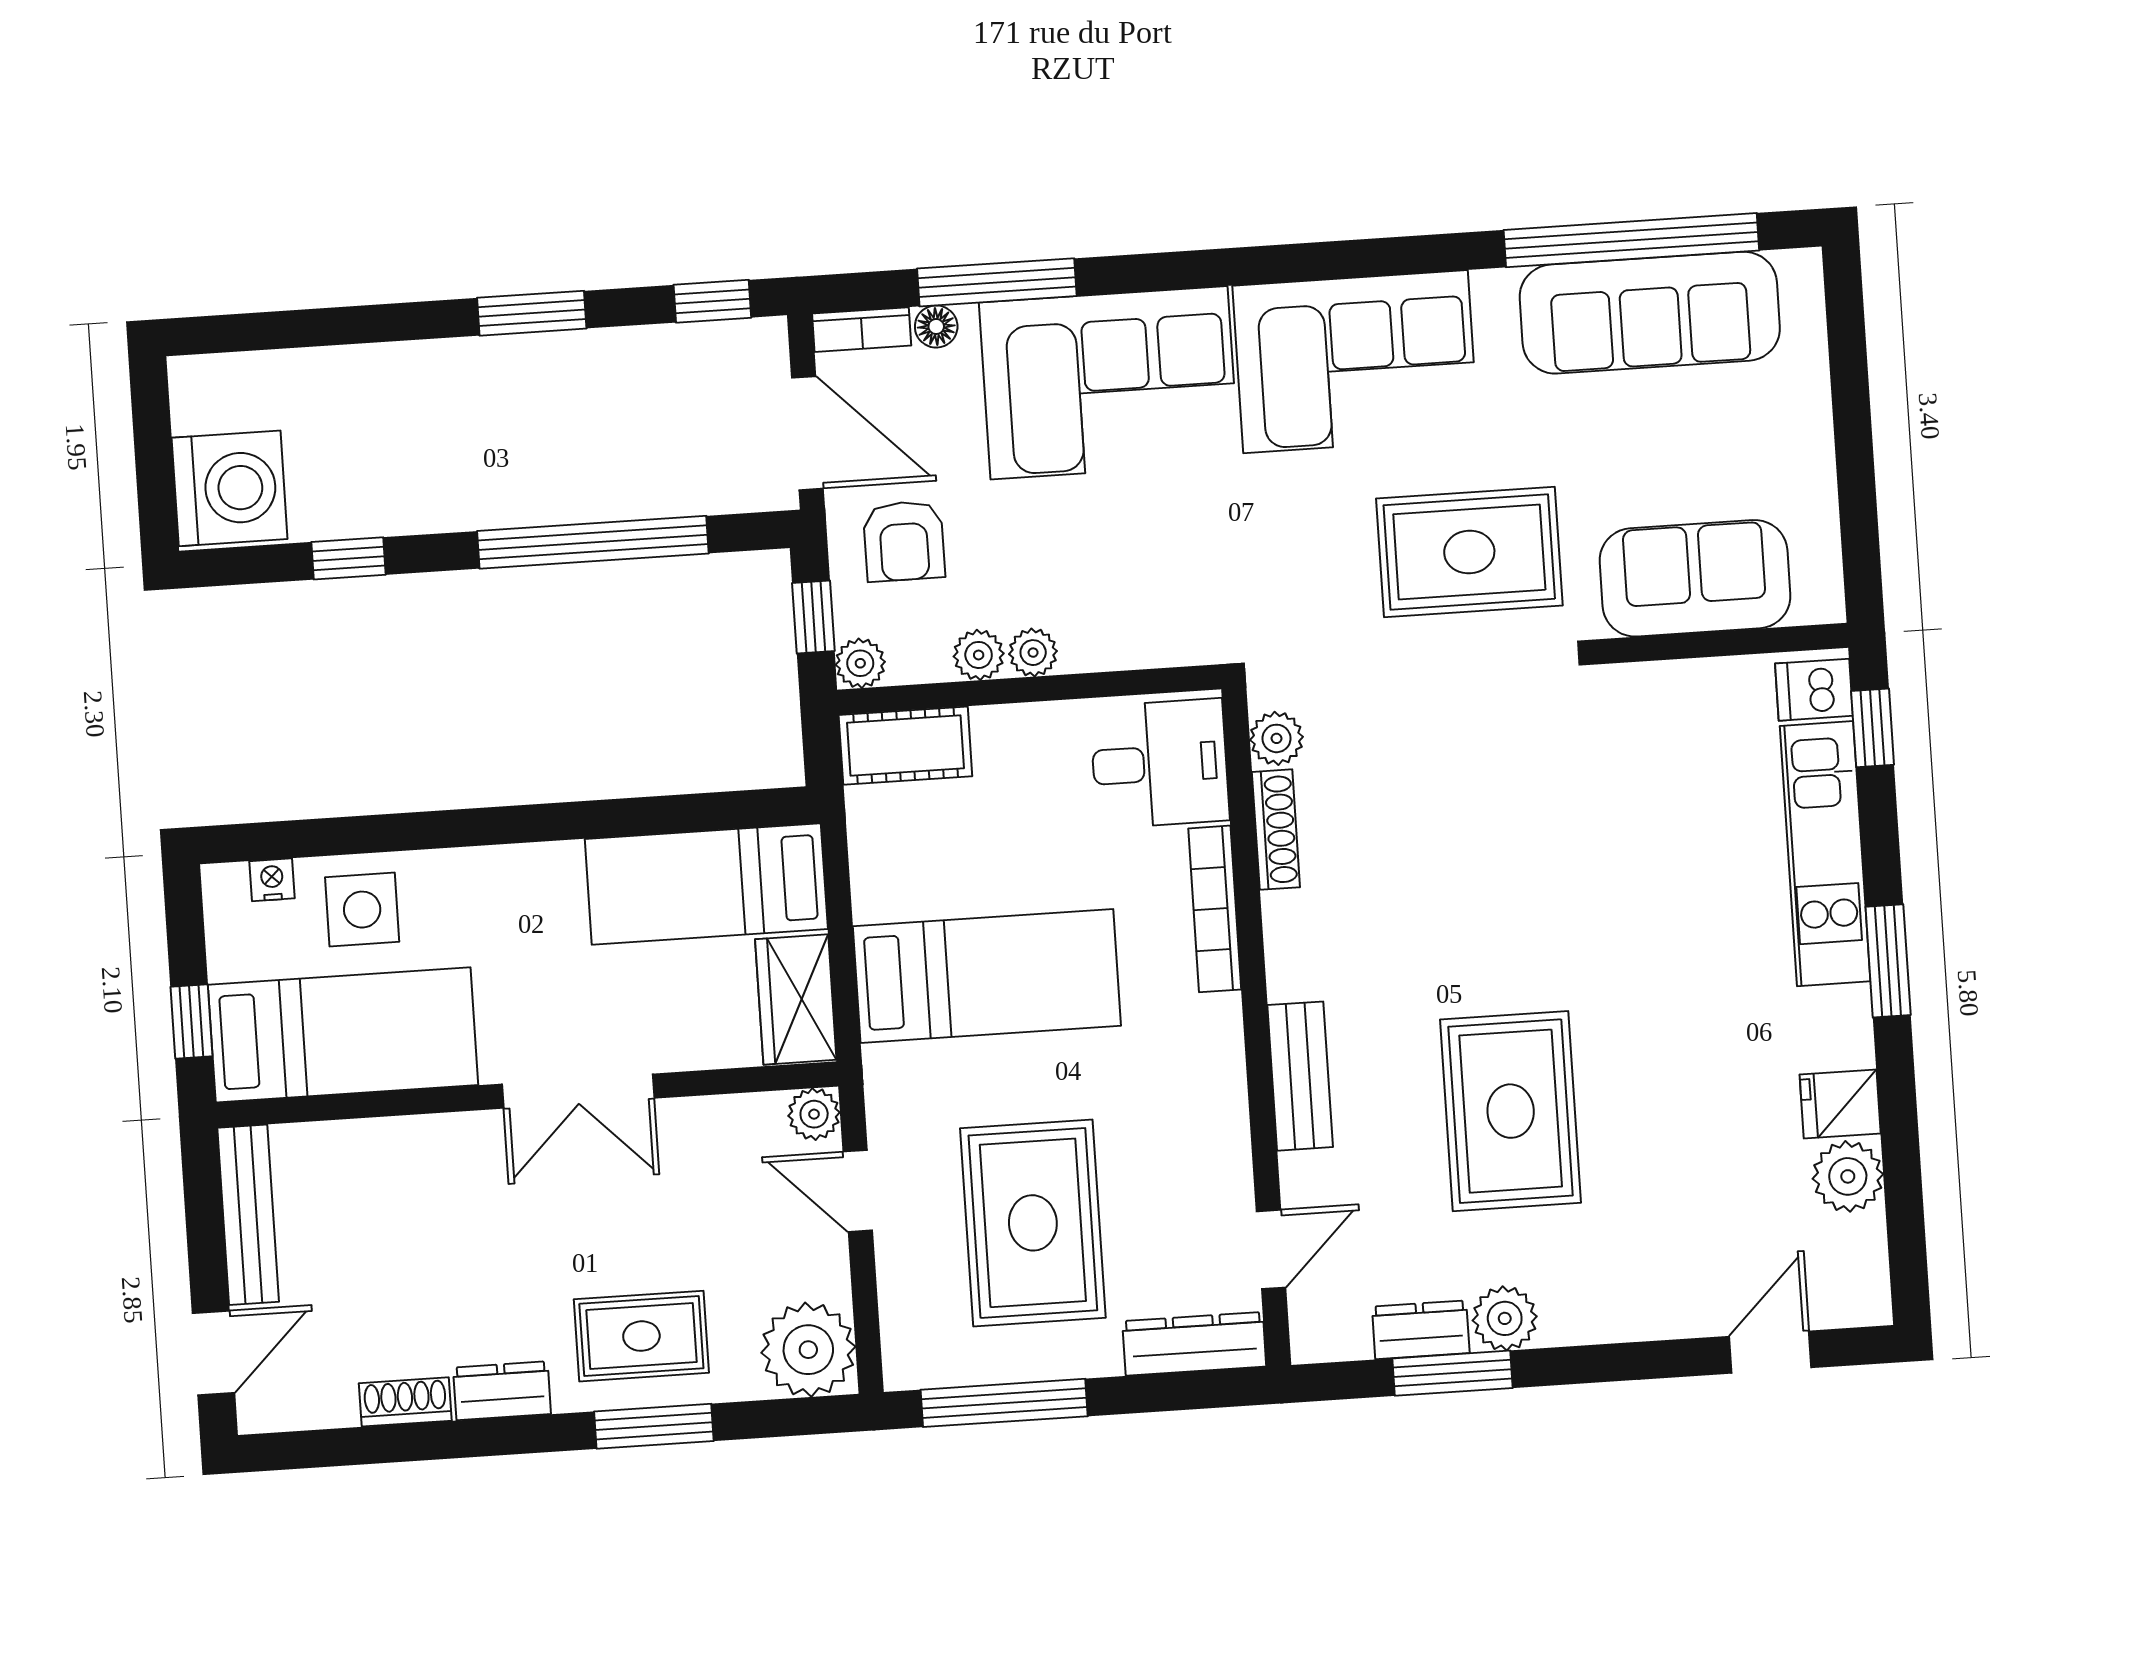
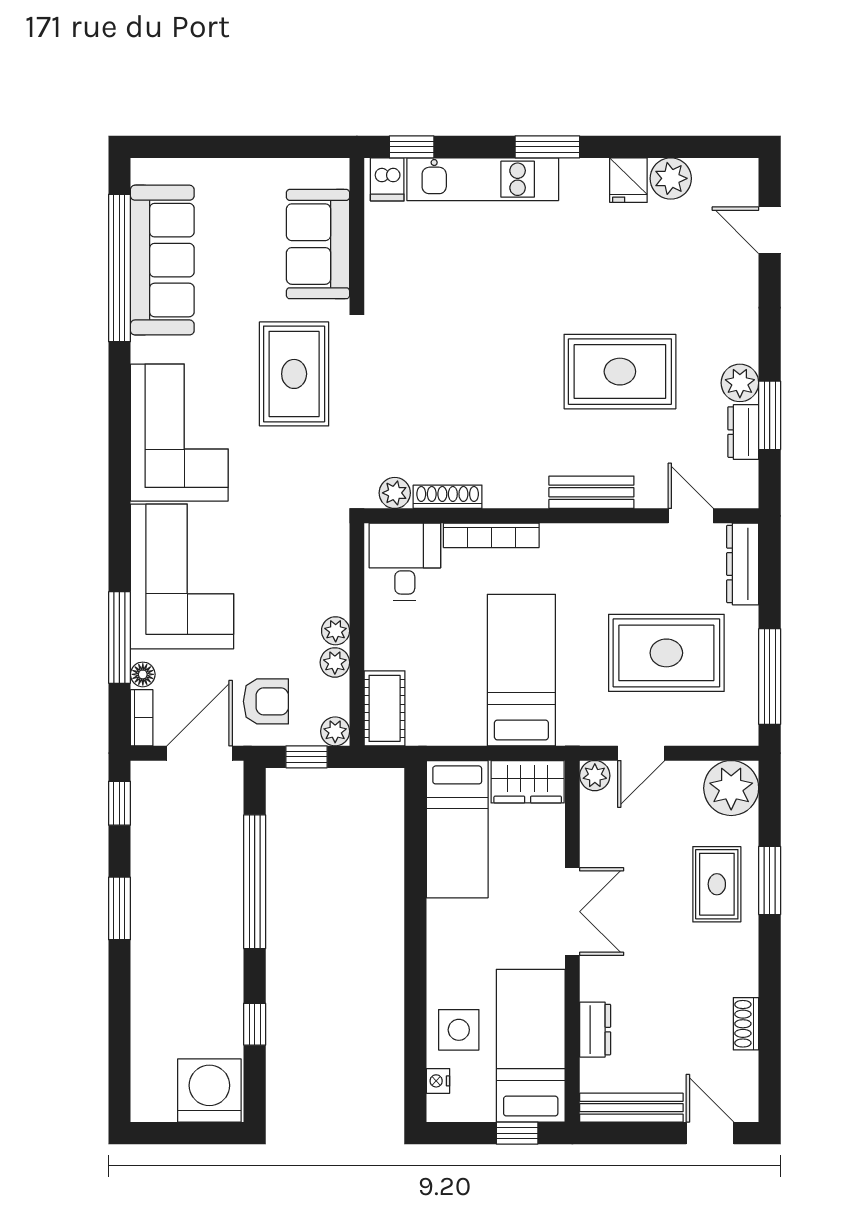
dresser: (502, 1391) -> (595, 1030), moved, turned 180

